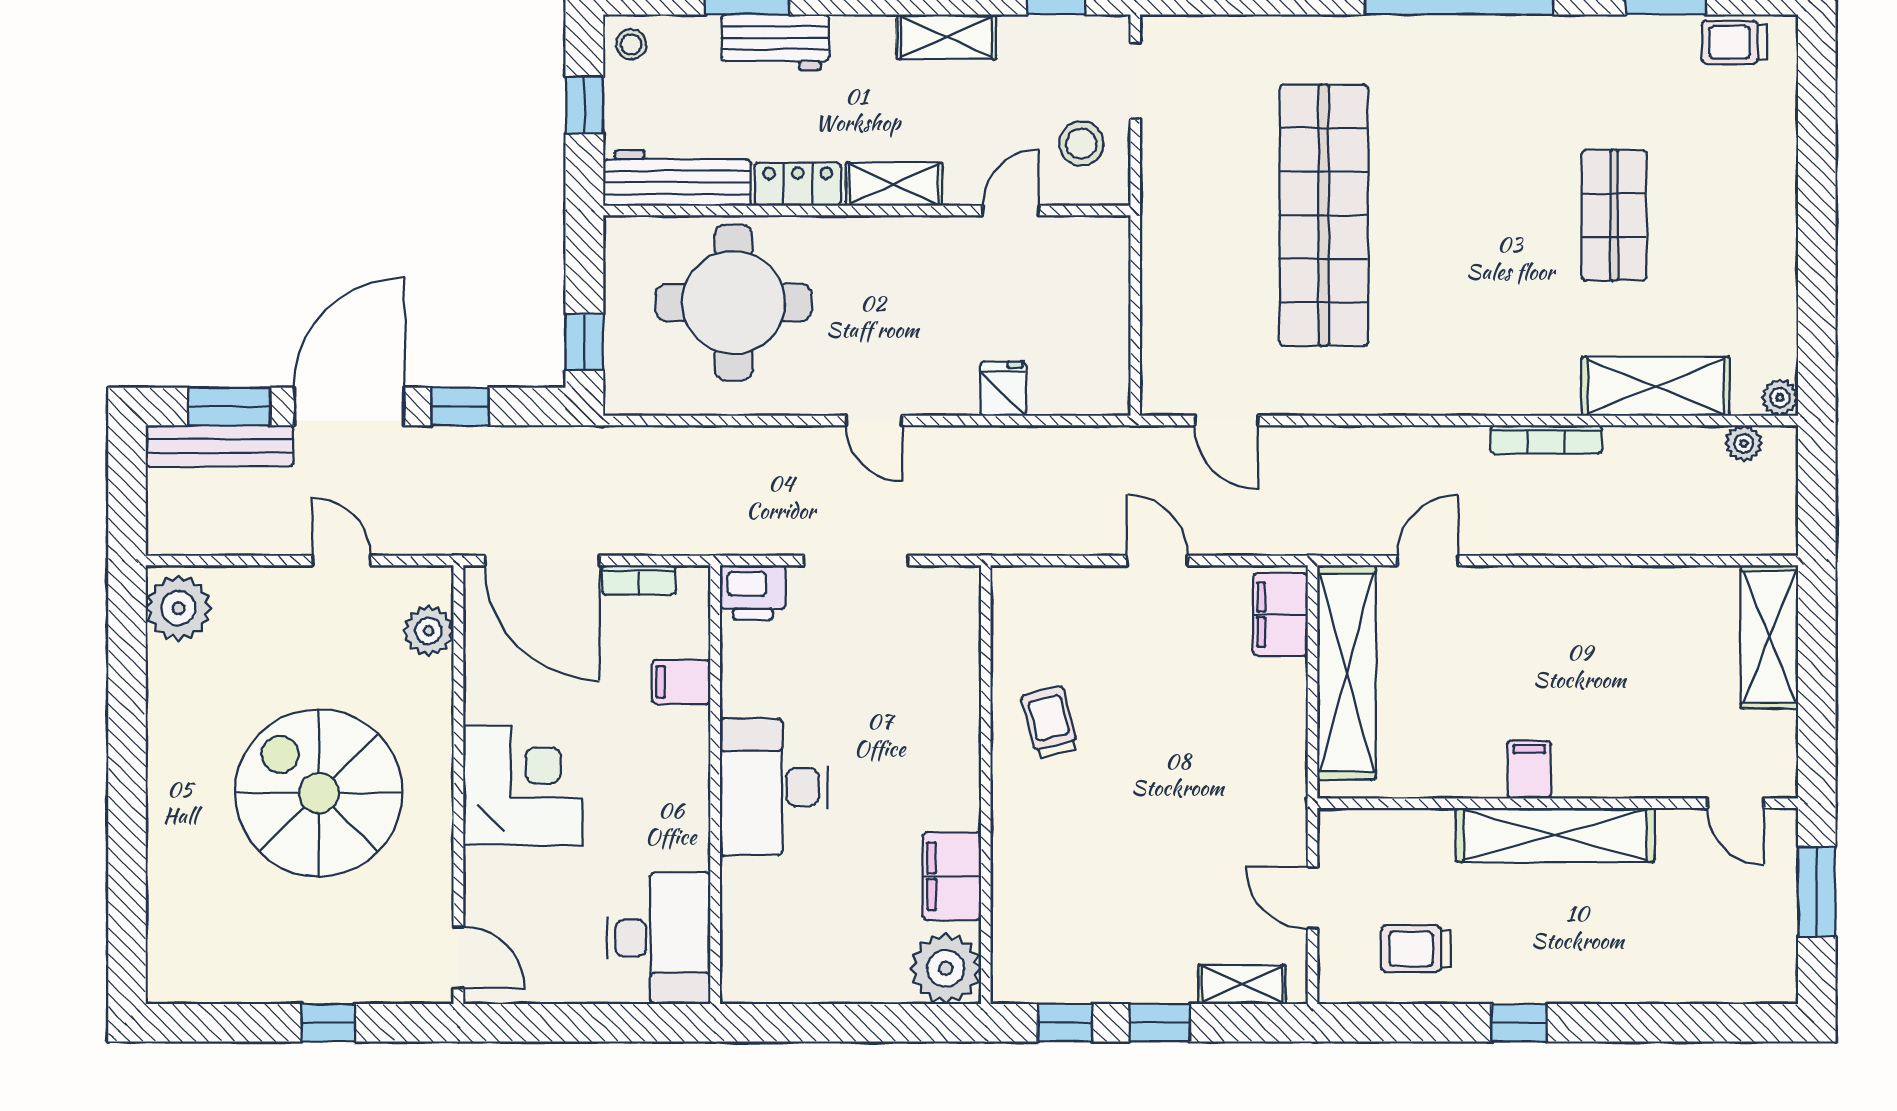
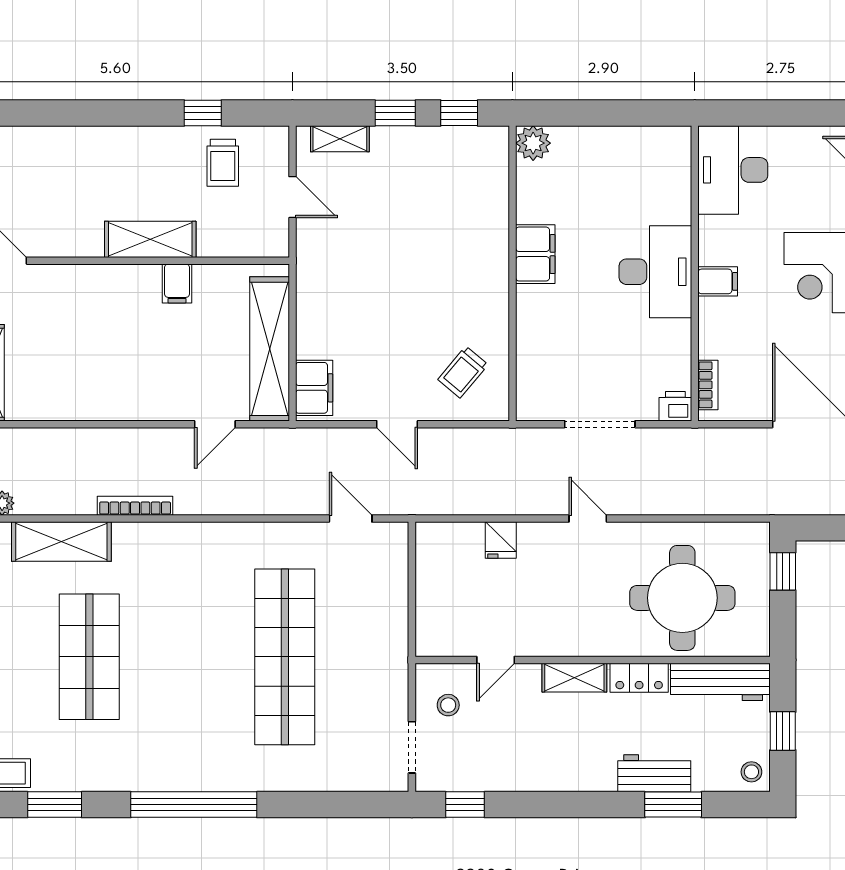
shelving: (946, 37) -> (539, 777), removed
stool: (1081, 143) -> (448, 705), width x0.73, depth x0.73
shop shelf: (1614, 215) -> (89, 657), width x1.43, depth x1.36
bookcase: (639, 580) -> (708, 385), moved, turned 90
printer: (753, 593) -> (675, 406), width x0.73, depth x0.81
filing cabinet: (681, 682) -> (718, 281), moved
trolley: (1050, 722) -> (463, 372), moved, turned 55
filing cabinet: (1529, 770) -> (177, 283), moved
shelving: (1555, 835) -> (150, 239), width x0.68
filing cabinet: (952, 876) -> (535, 254), moved
trolley: (1416, 949) -> (223, 163), turned 90
plant: (946, 969) -> (533, 143), width x0.73, depth x0.73
window: (1519, 1023) -> (203, 113), moved

